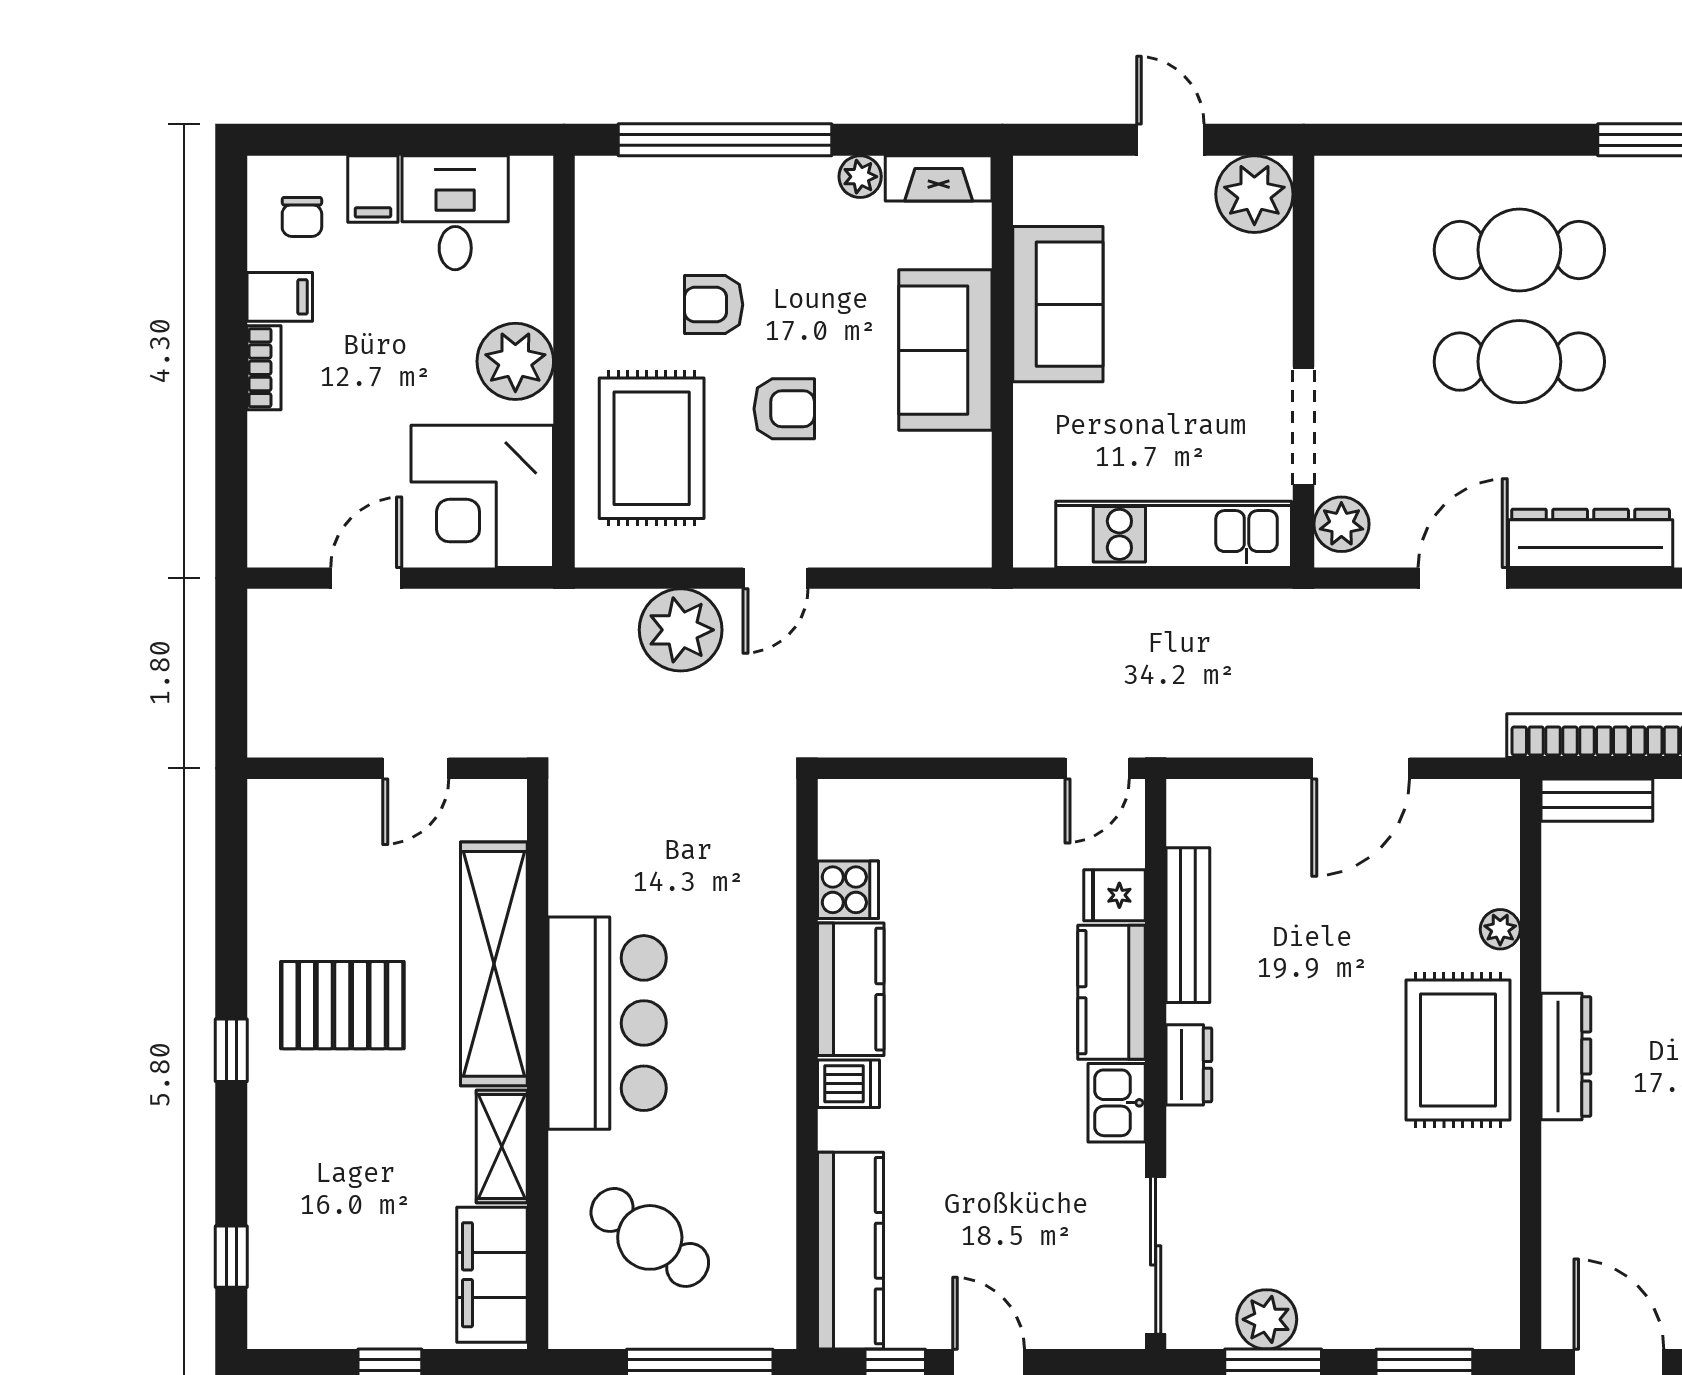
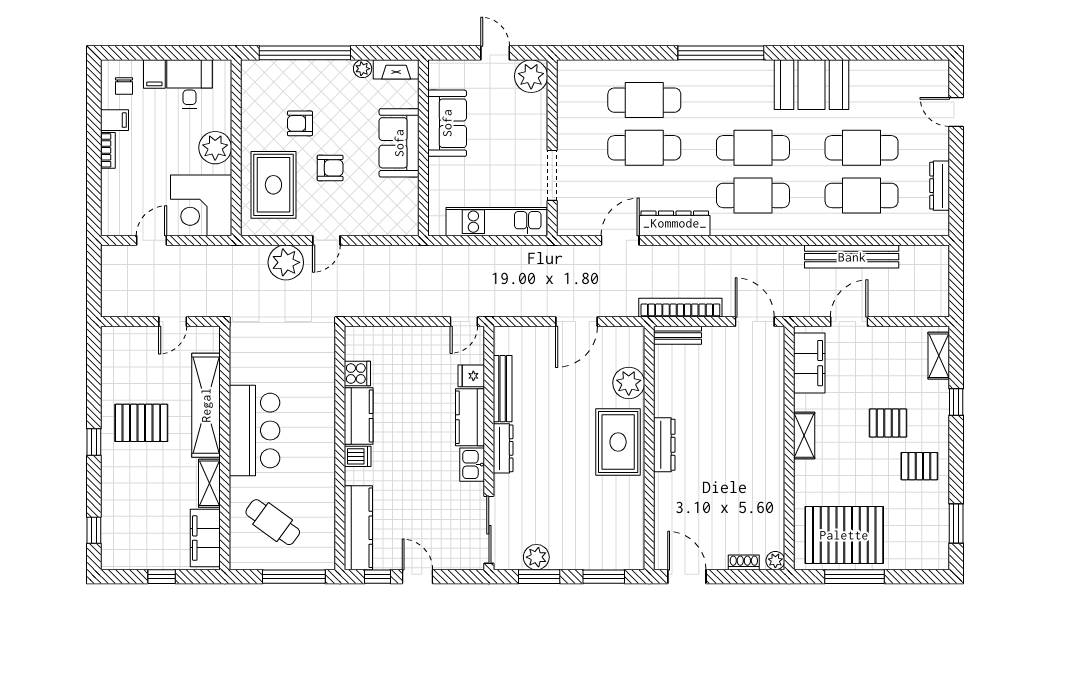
plant: (1341, 524) -> (568, 217), removed
plant: (1500, 929) -> (629, 383), width x1.87, depth x1.87
dresser: (1189, 1065) -> (503, 448), width x1.44

